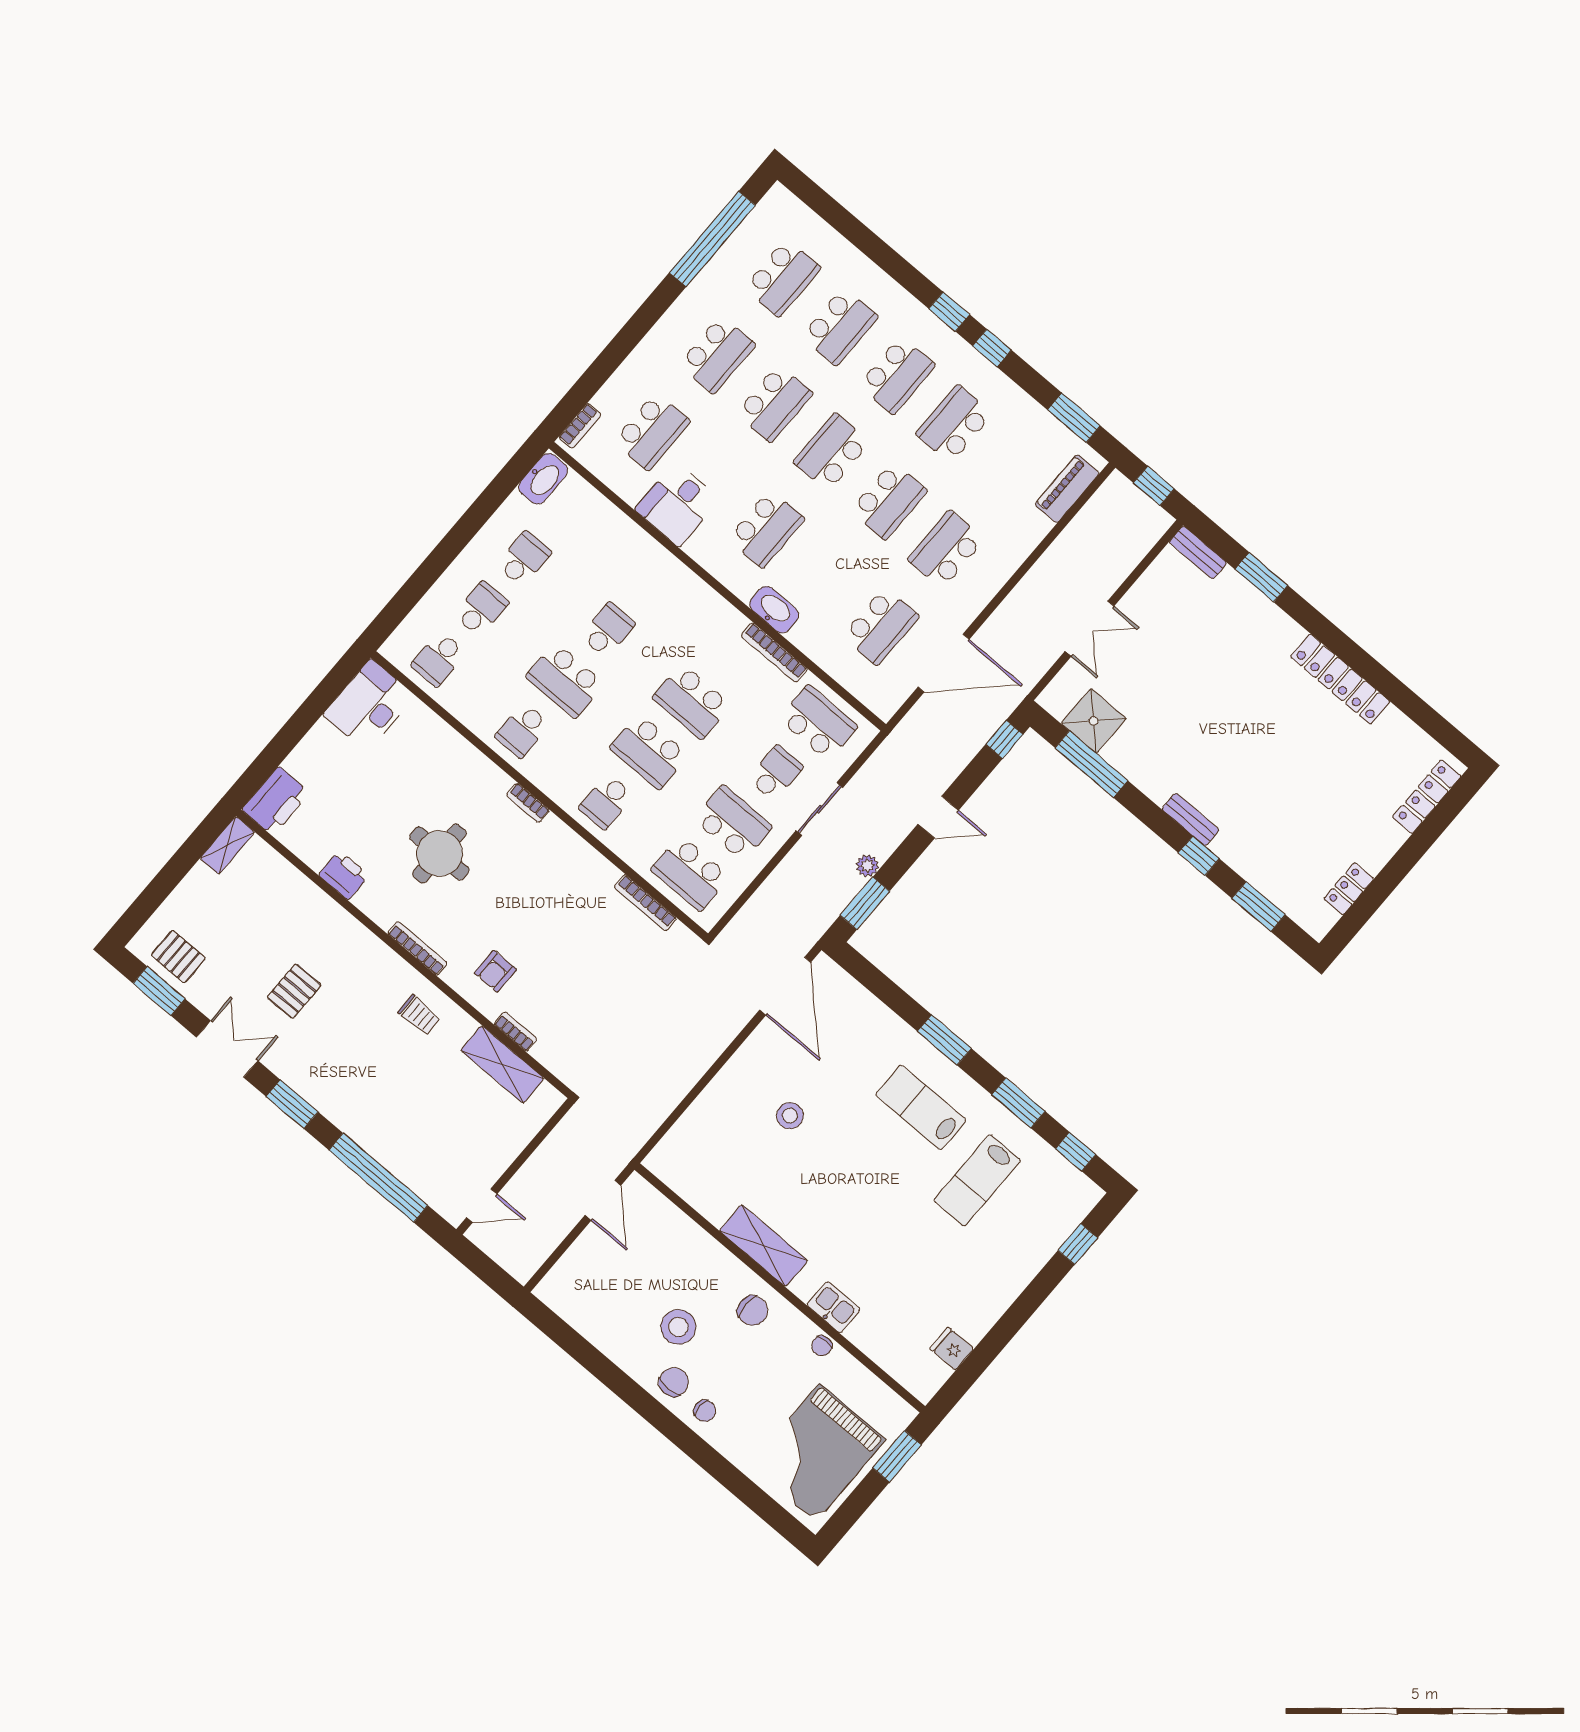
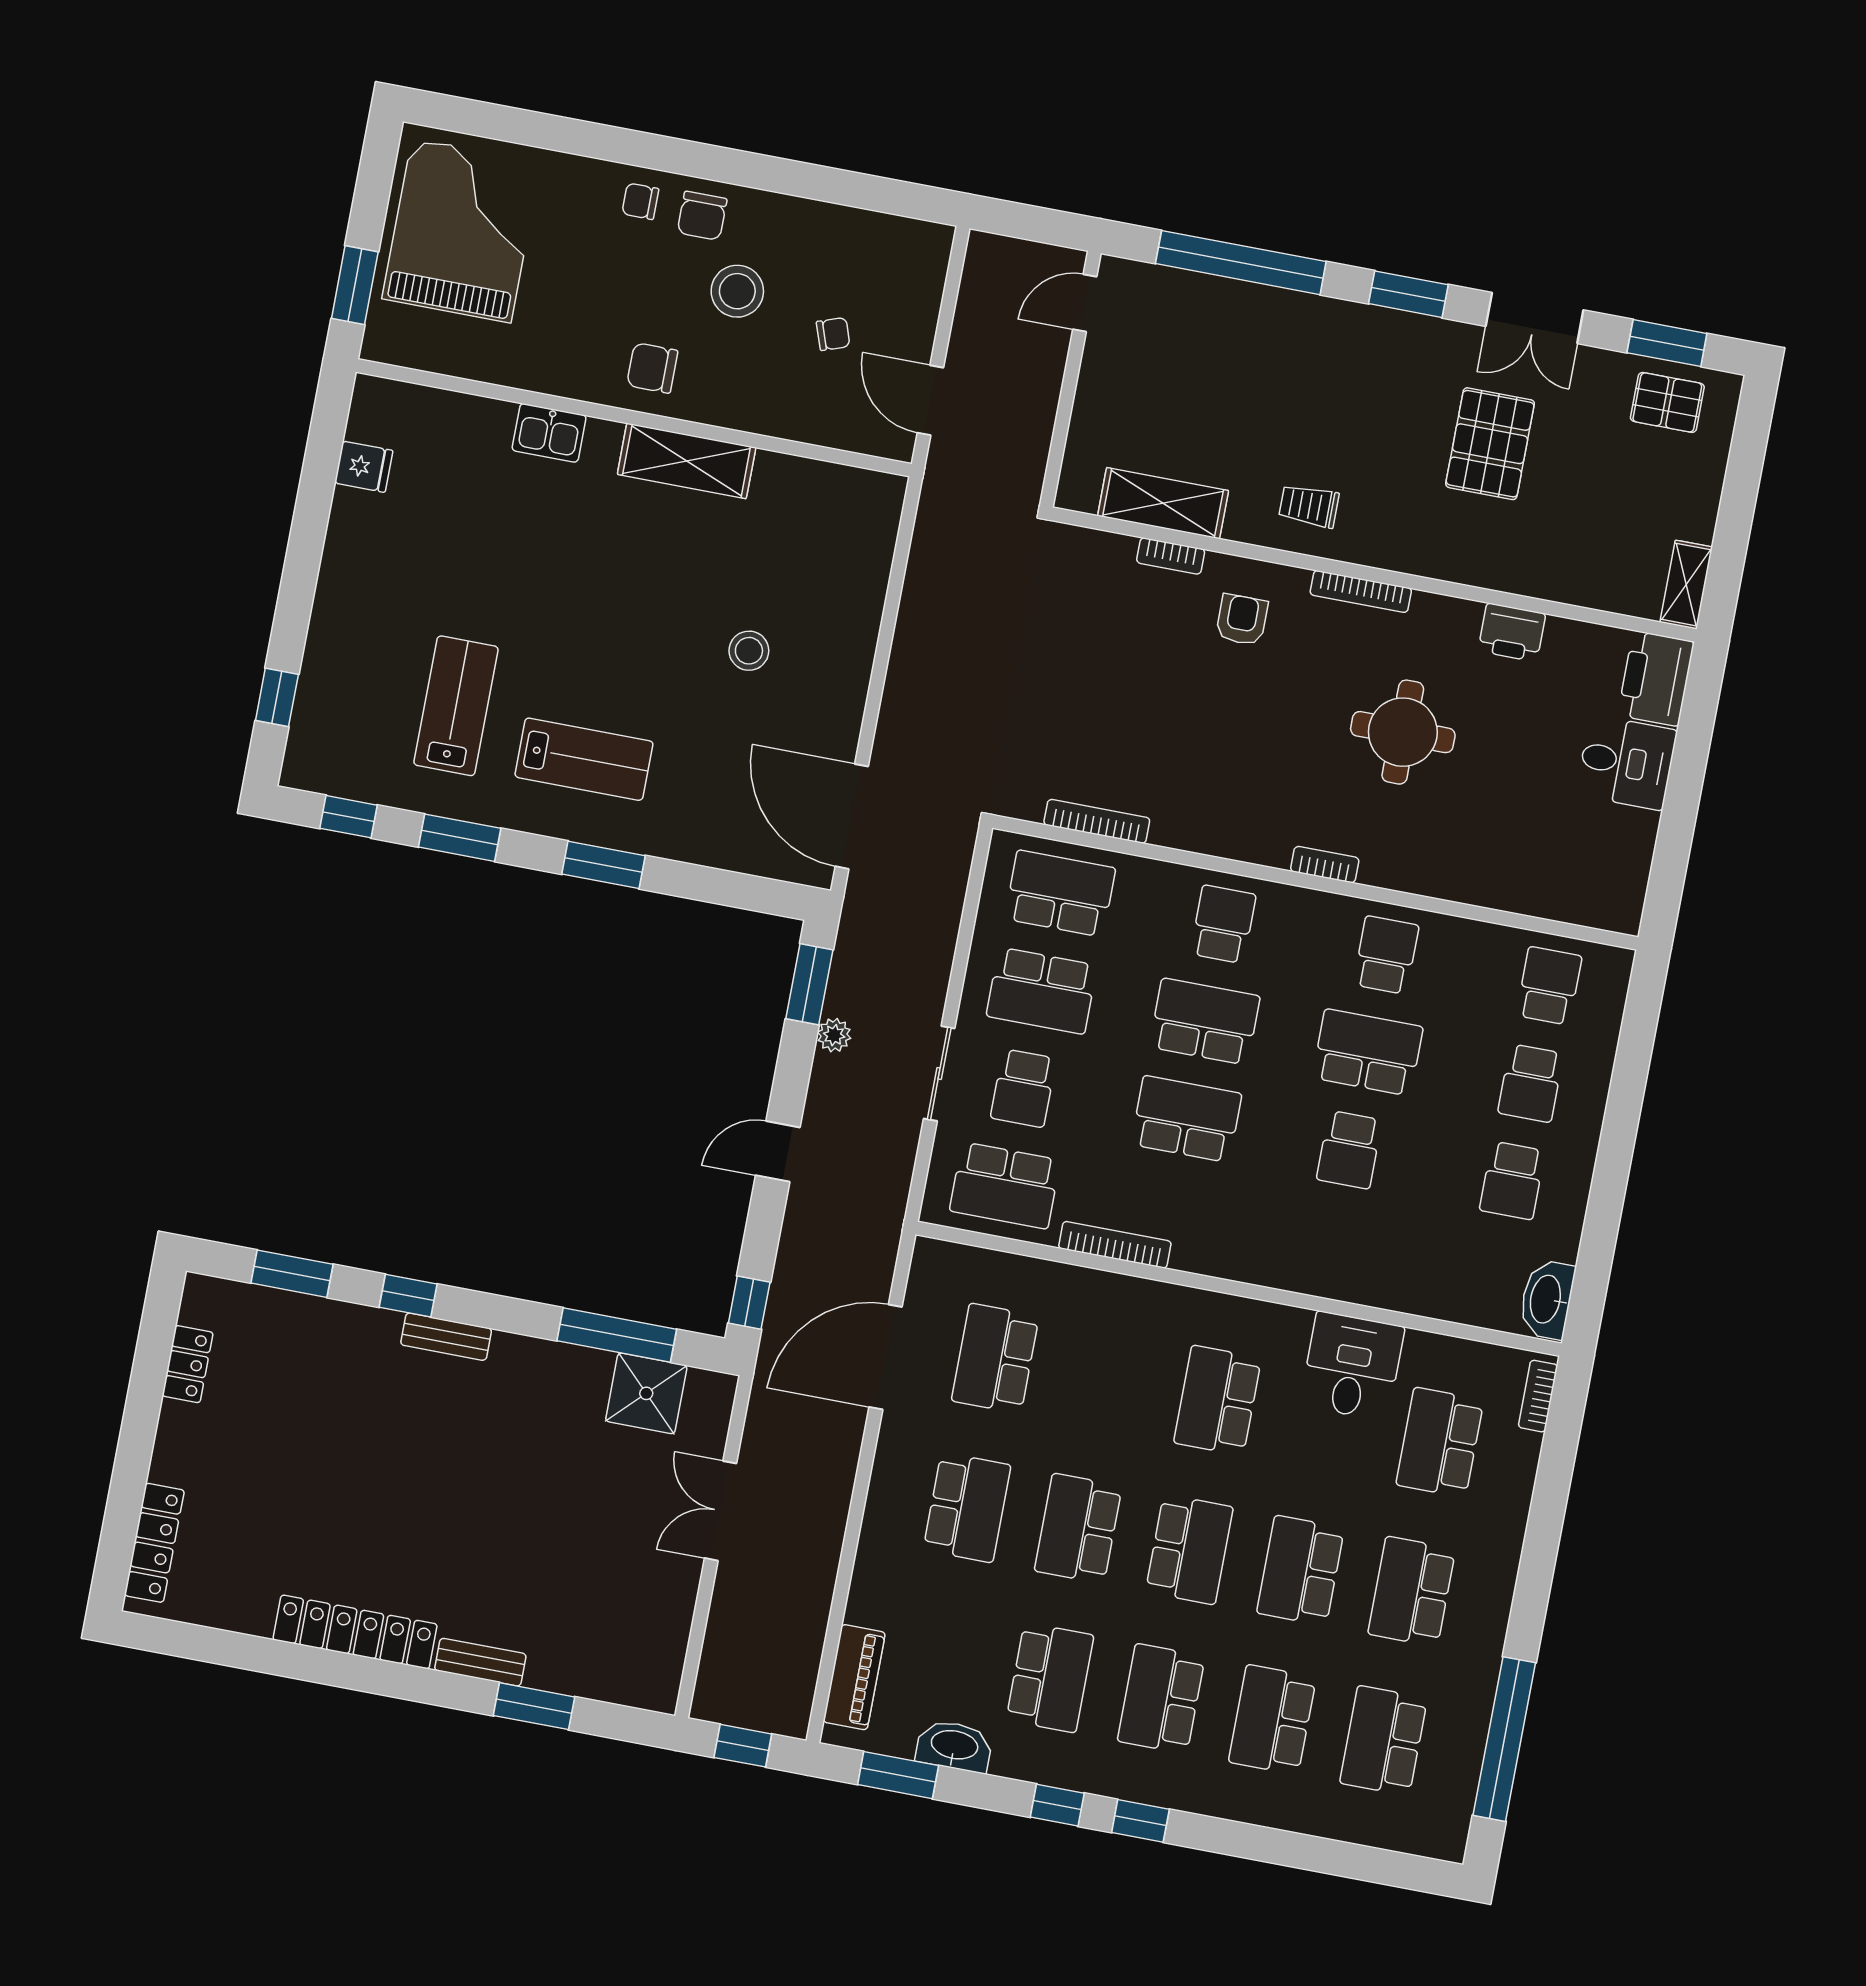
bench: (1198, 552) -> (480, 1662), moved
washbasin: (774, 610) -> (954, 1746), moved, turned 180
desk: (369, 705) -> (1626, 763), moved, width x0.73
pallet: (294, 991) -> (1490, 444), width x1.50, depth x1.42
chair: (822, 1346) -> (833, 334), moved, turned 71

